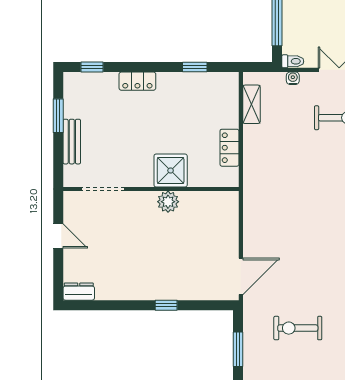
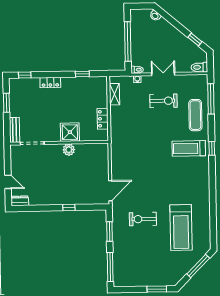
bench: (72, 142) -> (14, 130), moved
door: (58, 236) -> (8, 182), moved

